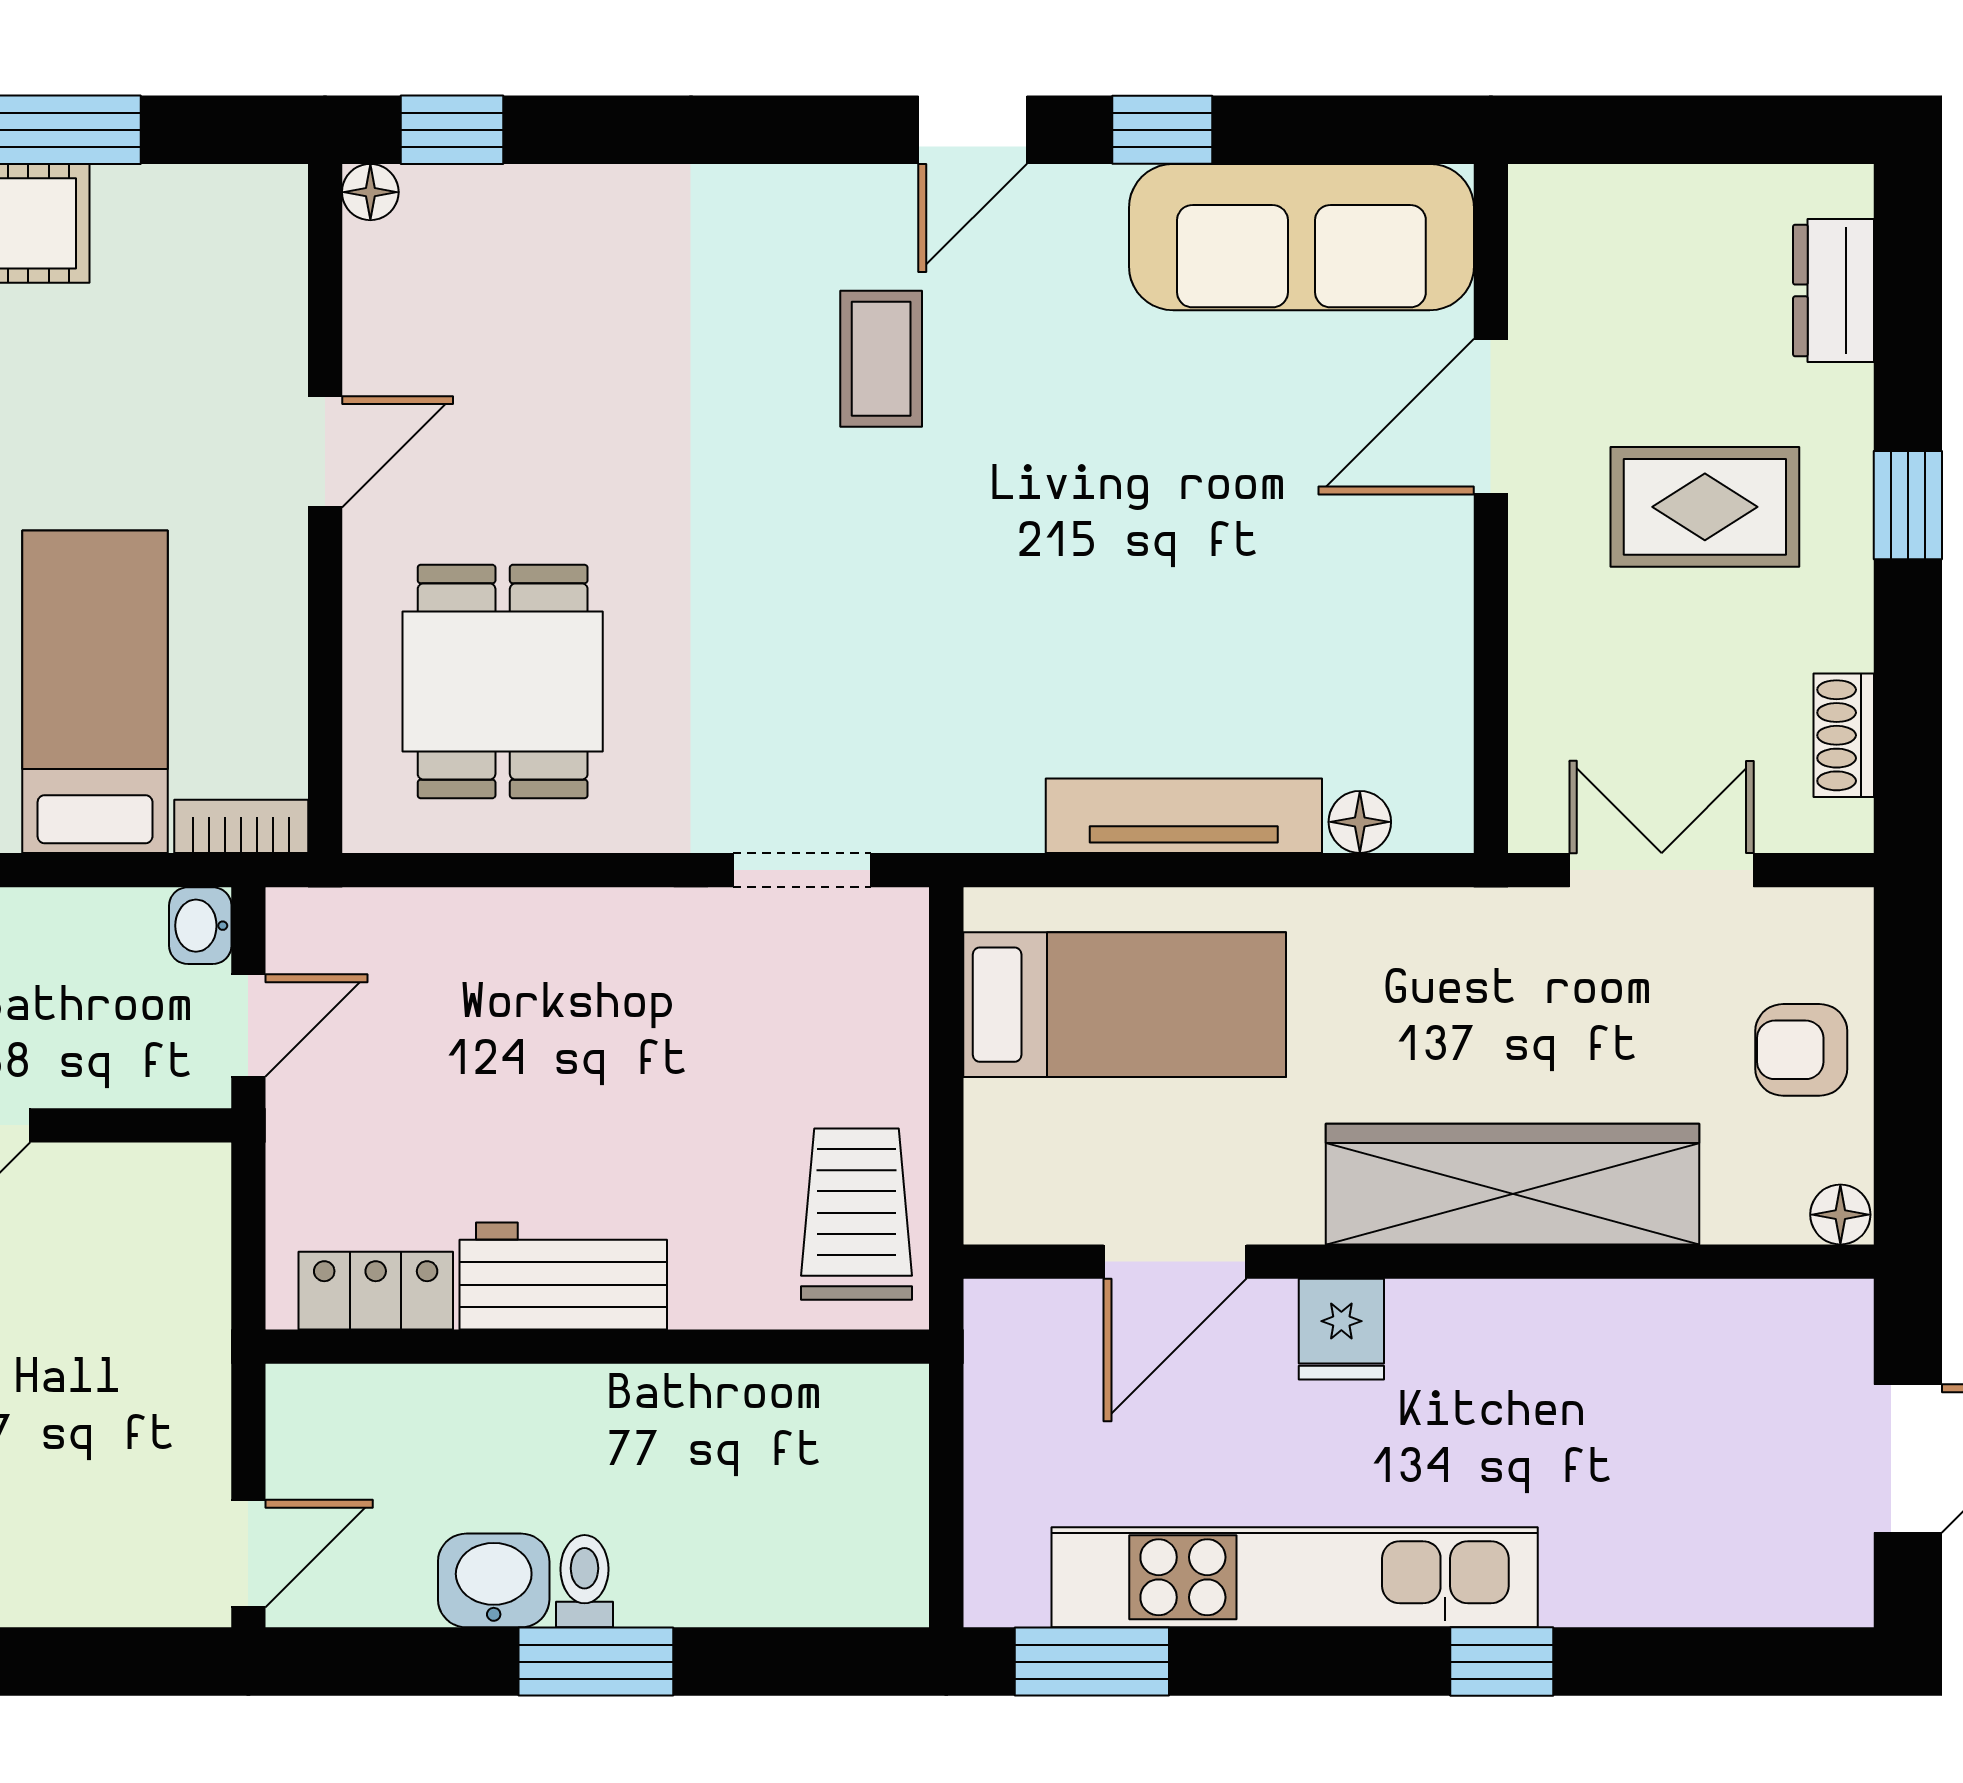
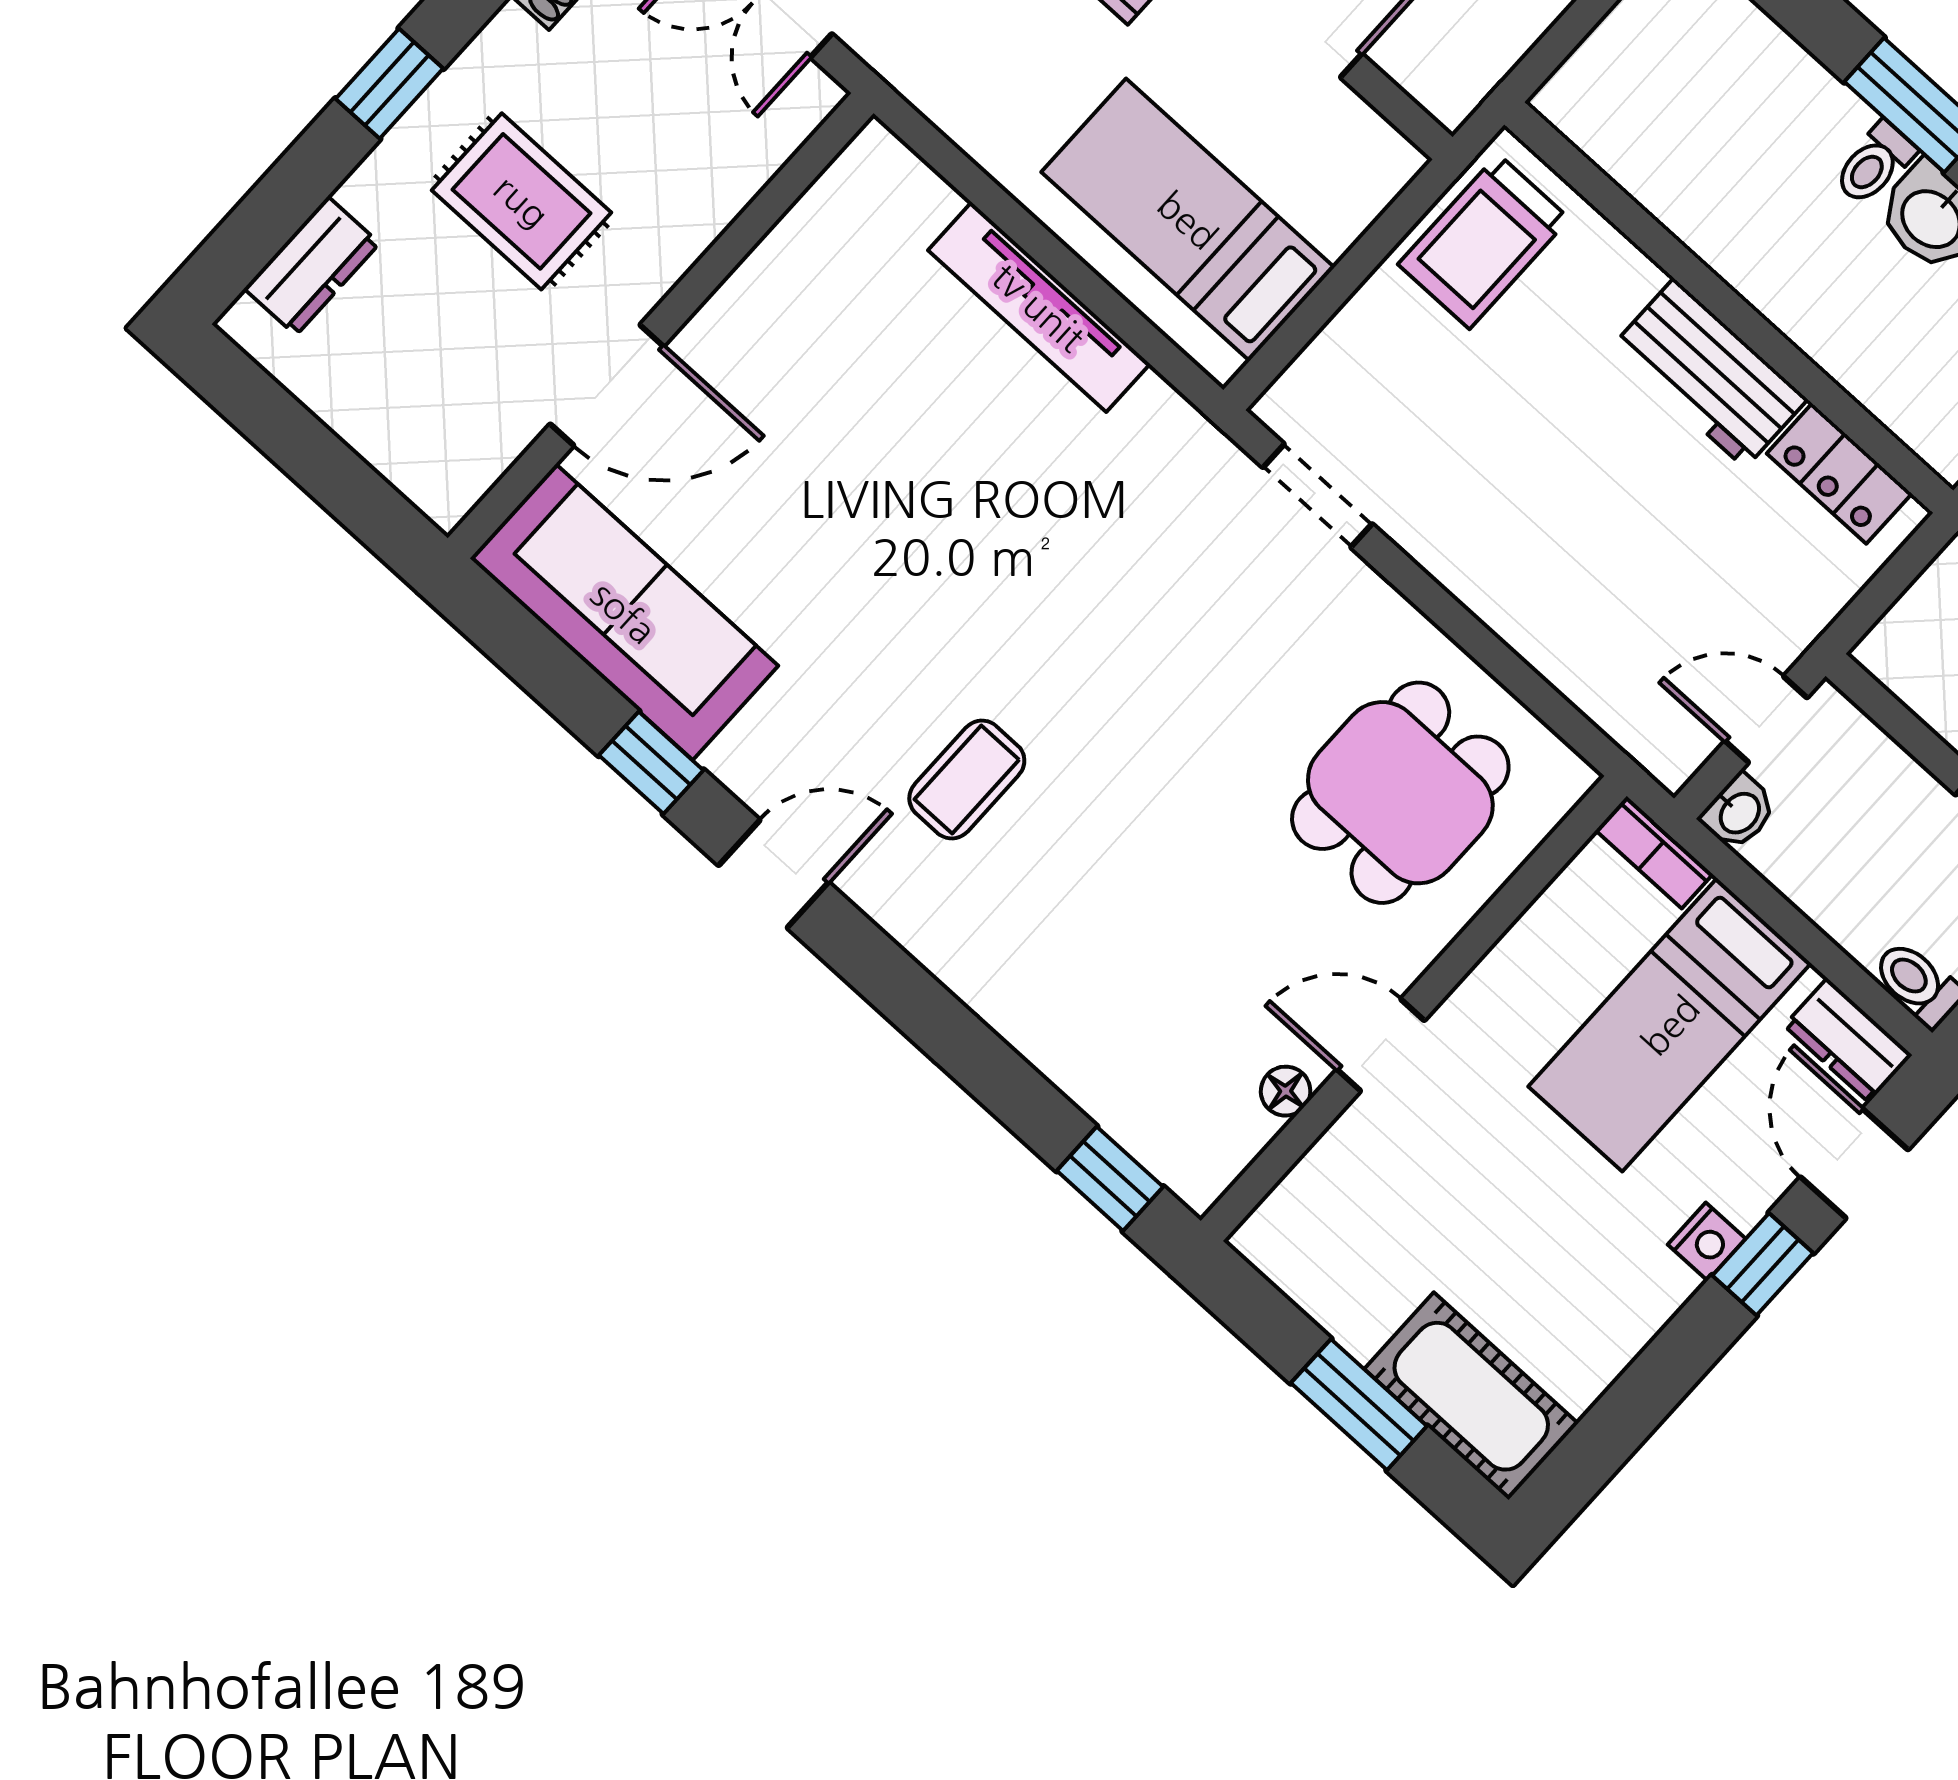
floor lamp: (370, 192) -> (1286, 1091), moved
floor lamp: (1360, 822) -> (929, 200), removed

